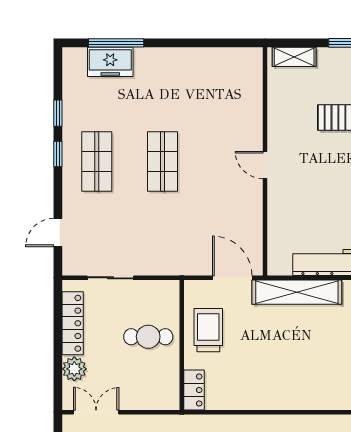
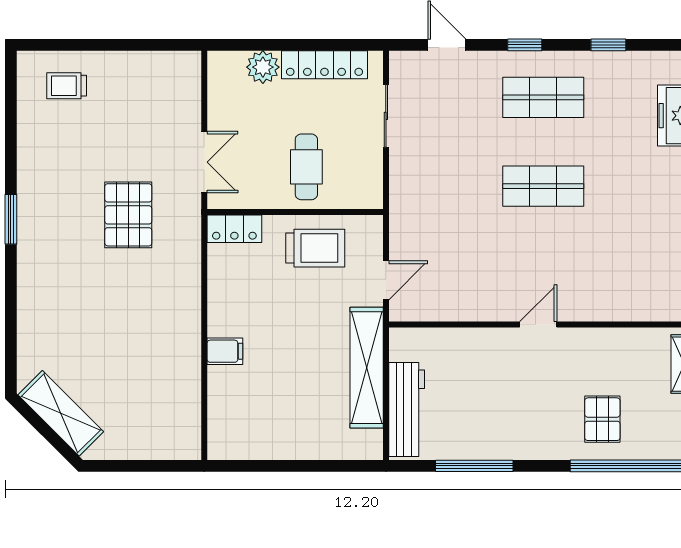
window: (58, 154) -> (525, 45), moved
door: (232, 278) -> (386, 280), width x0.73
filing cabinet: (285, 397) -> (225, 351), added
double door: (96, 412) -> (204, 162), moved

